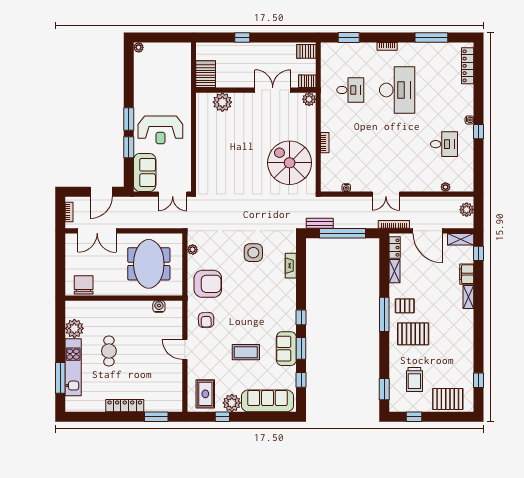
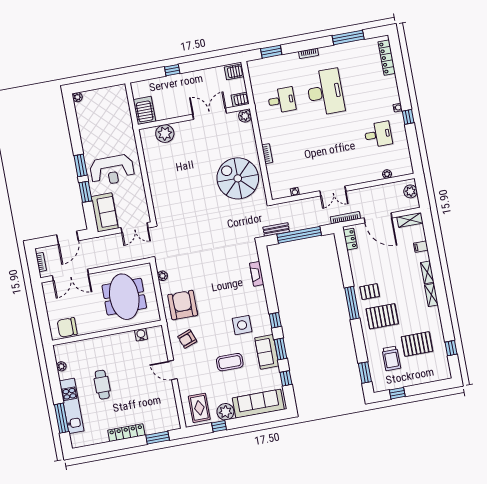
side table: (253, 253) -> (242, 325), moved
window: (478, 253) -> (429, 230), removed
shelving: (394, 271) -> (431, 295), moved
filing cabinet: (467, 274) -> (421, 247), width x0.50
armchair: (208, 284) -> (183, 305), turned -90
chair: (84, 285) -> (67, 327), turned -90
armchair: (206, 320) -> (187, 339), turned 72
plant: (74, 328) -> (61, 366), width x0.53, depth x0.53
pallet: (448, 399) -> (417, 344), moved

